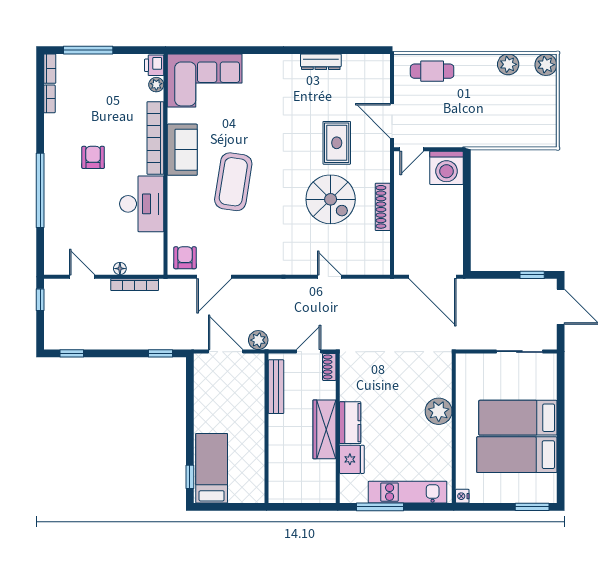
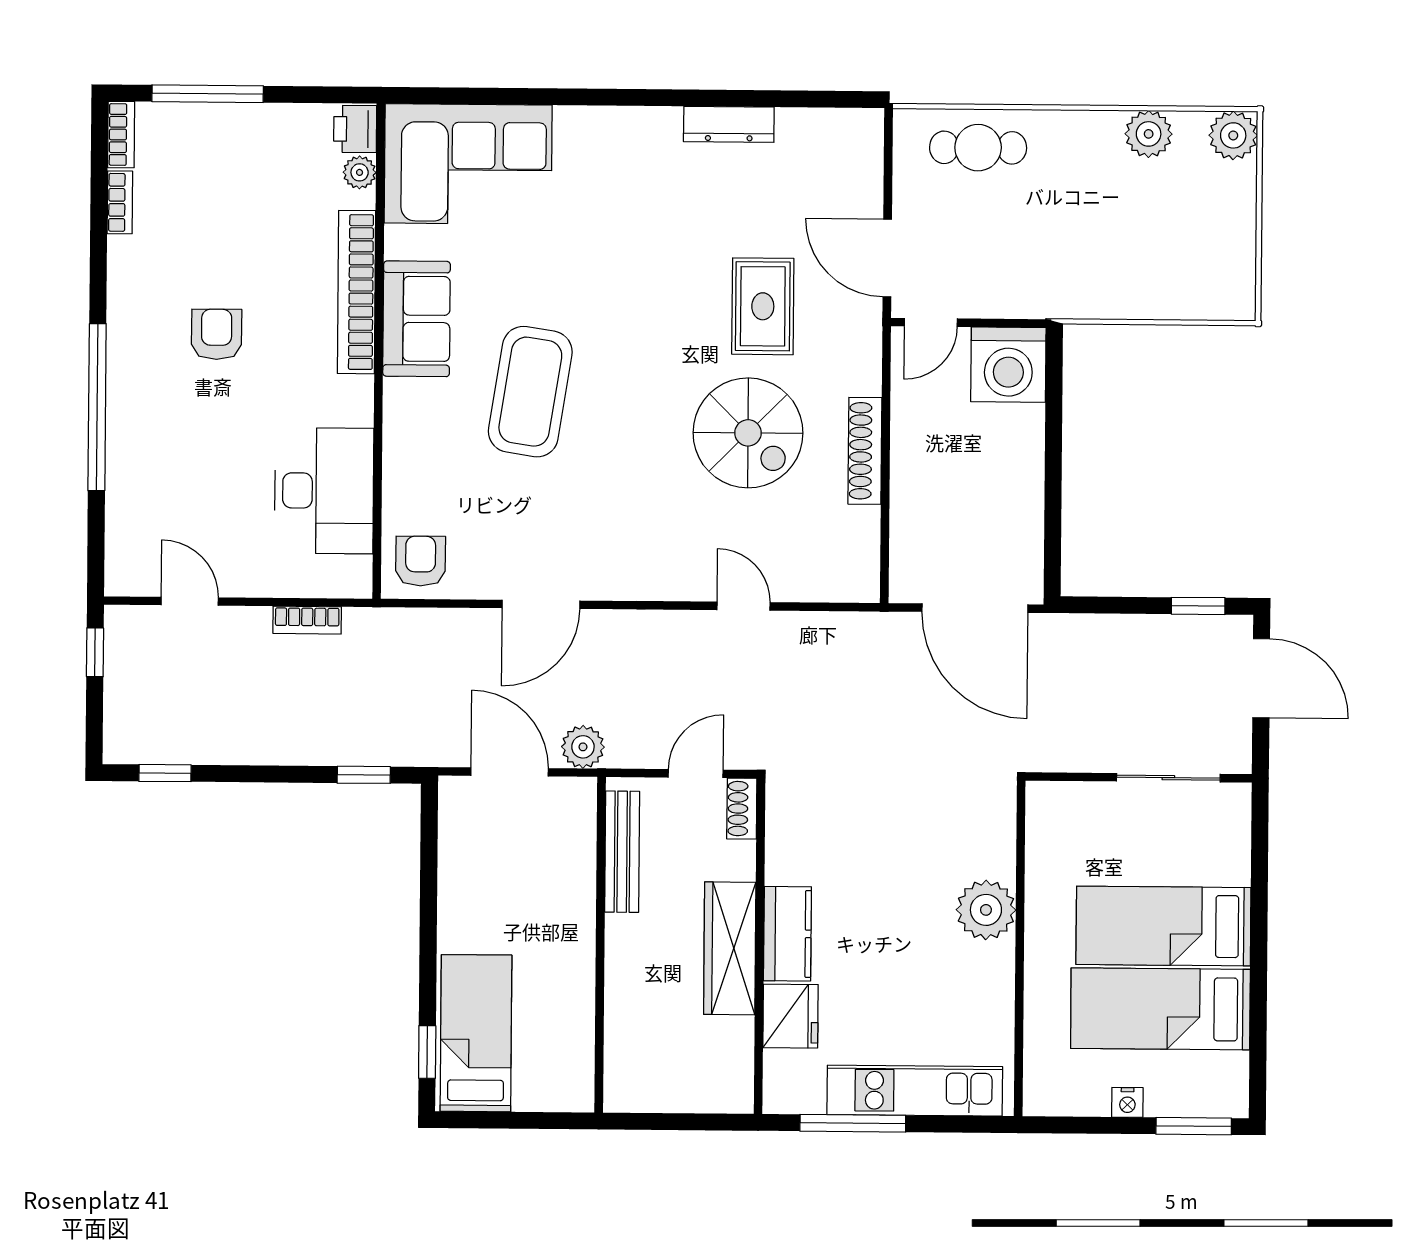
desk: (142, 204) -> (324, 491), moved
floor lamp: (120, 269) -> (274, 584), removed
door: (214, 277) -> (541, 604), moved
bookcase: (135, 285) -> (307, 620), width x0.64
nightstand: (462, 496) -> (1127, 1102), moved, turned -90

